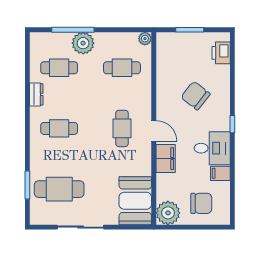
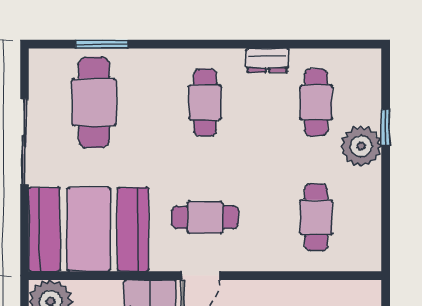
window: (73, 30) -> (386, 127), width x0.46
plant: (145, 39) -> (369, 259), removed
booth: (135, 201) -> (89, 229), width x1.36, depth x1.42

